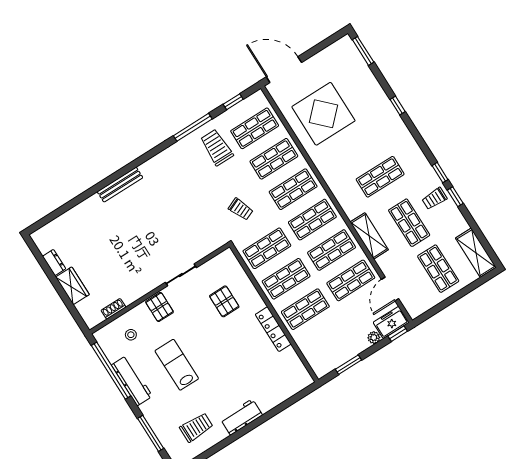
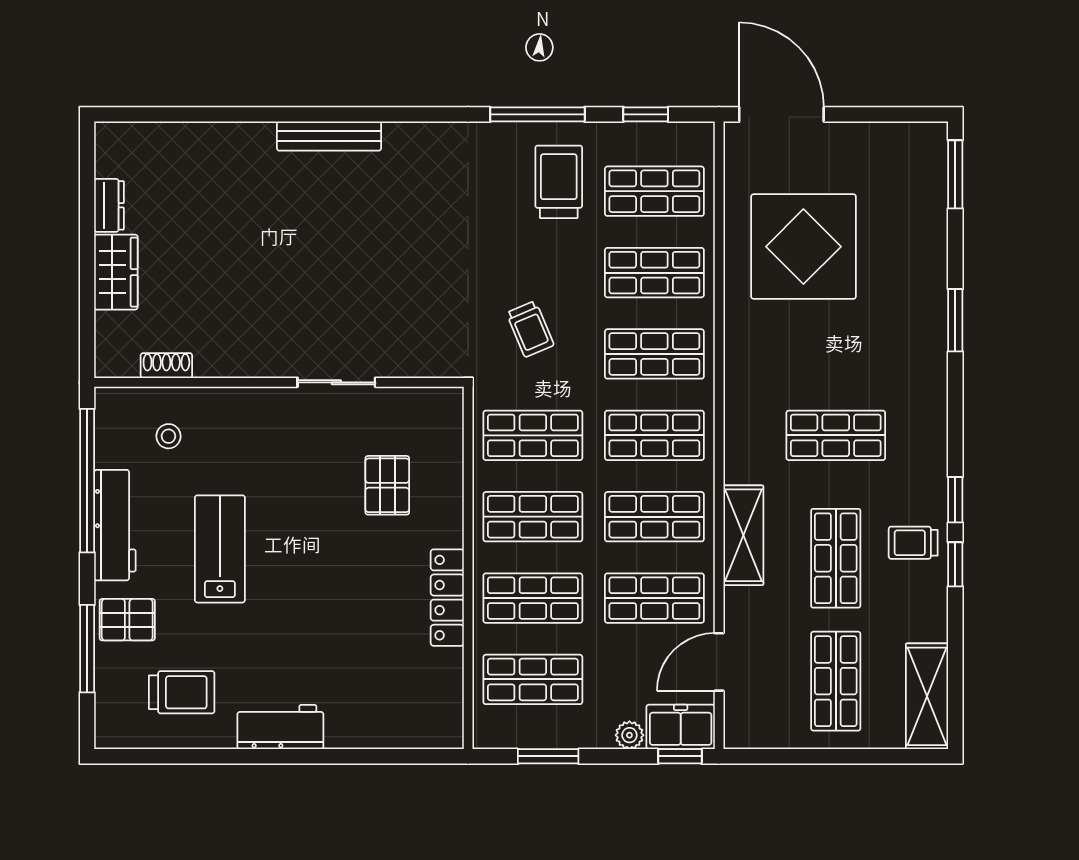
window: (398, 106) -> (955, 320), width x1.50
pallet: (159, 307) -> (127, 620), moved, turned 90
shop shelf: (325, 340) -> (533, 679), added

